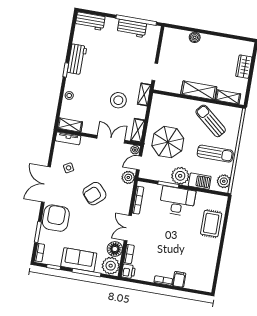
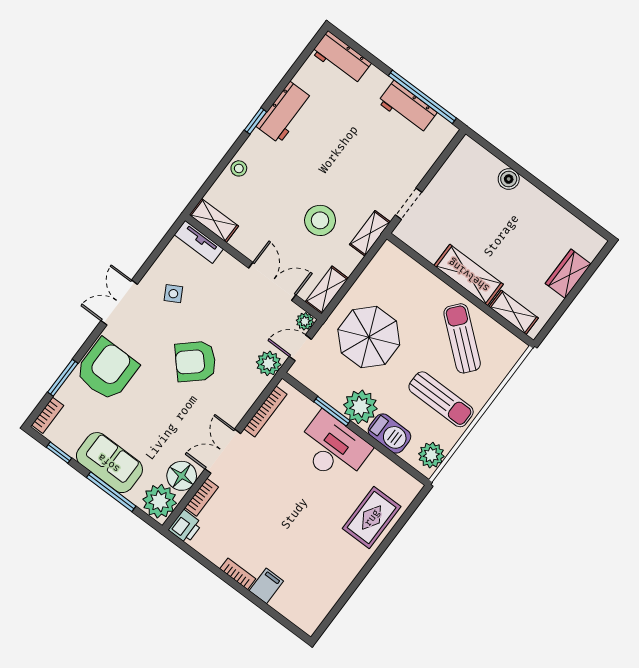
double door: (46, 185) -> (119, 303), width x0.73

